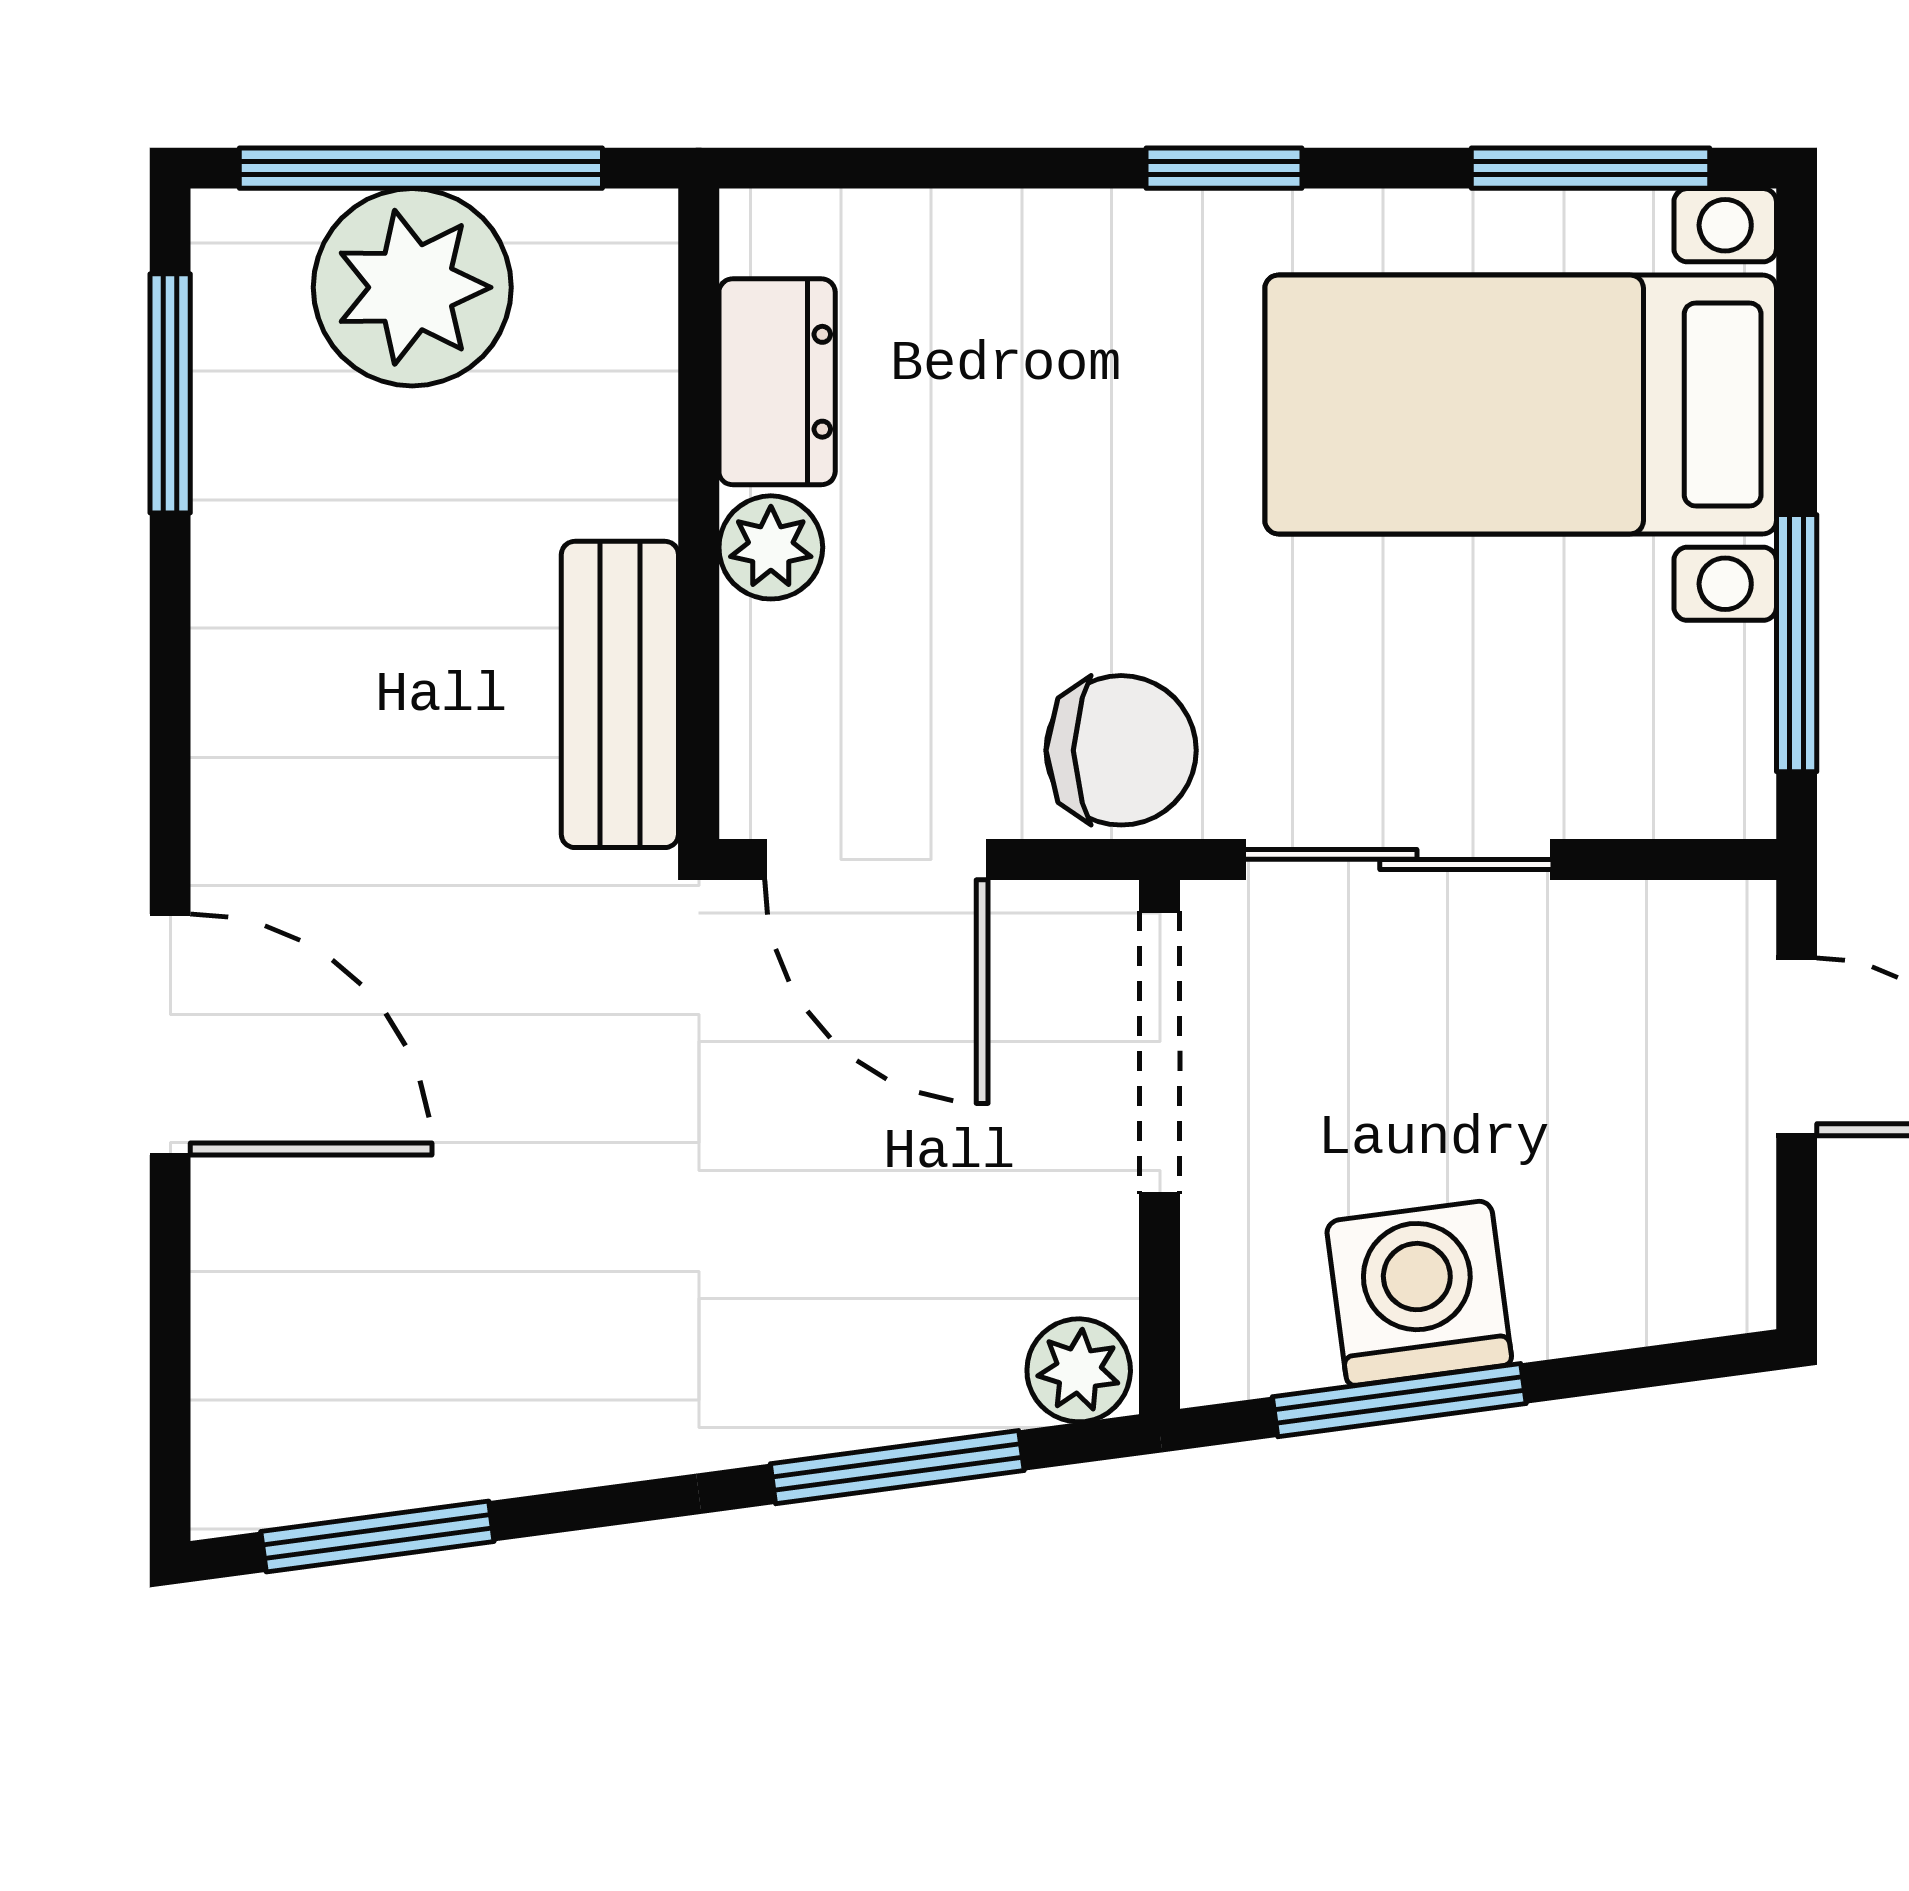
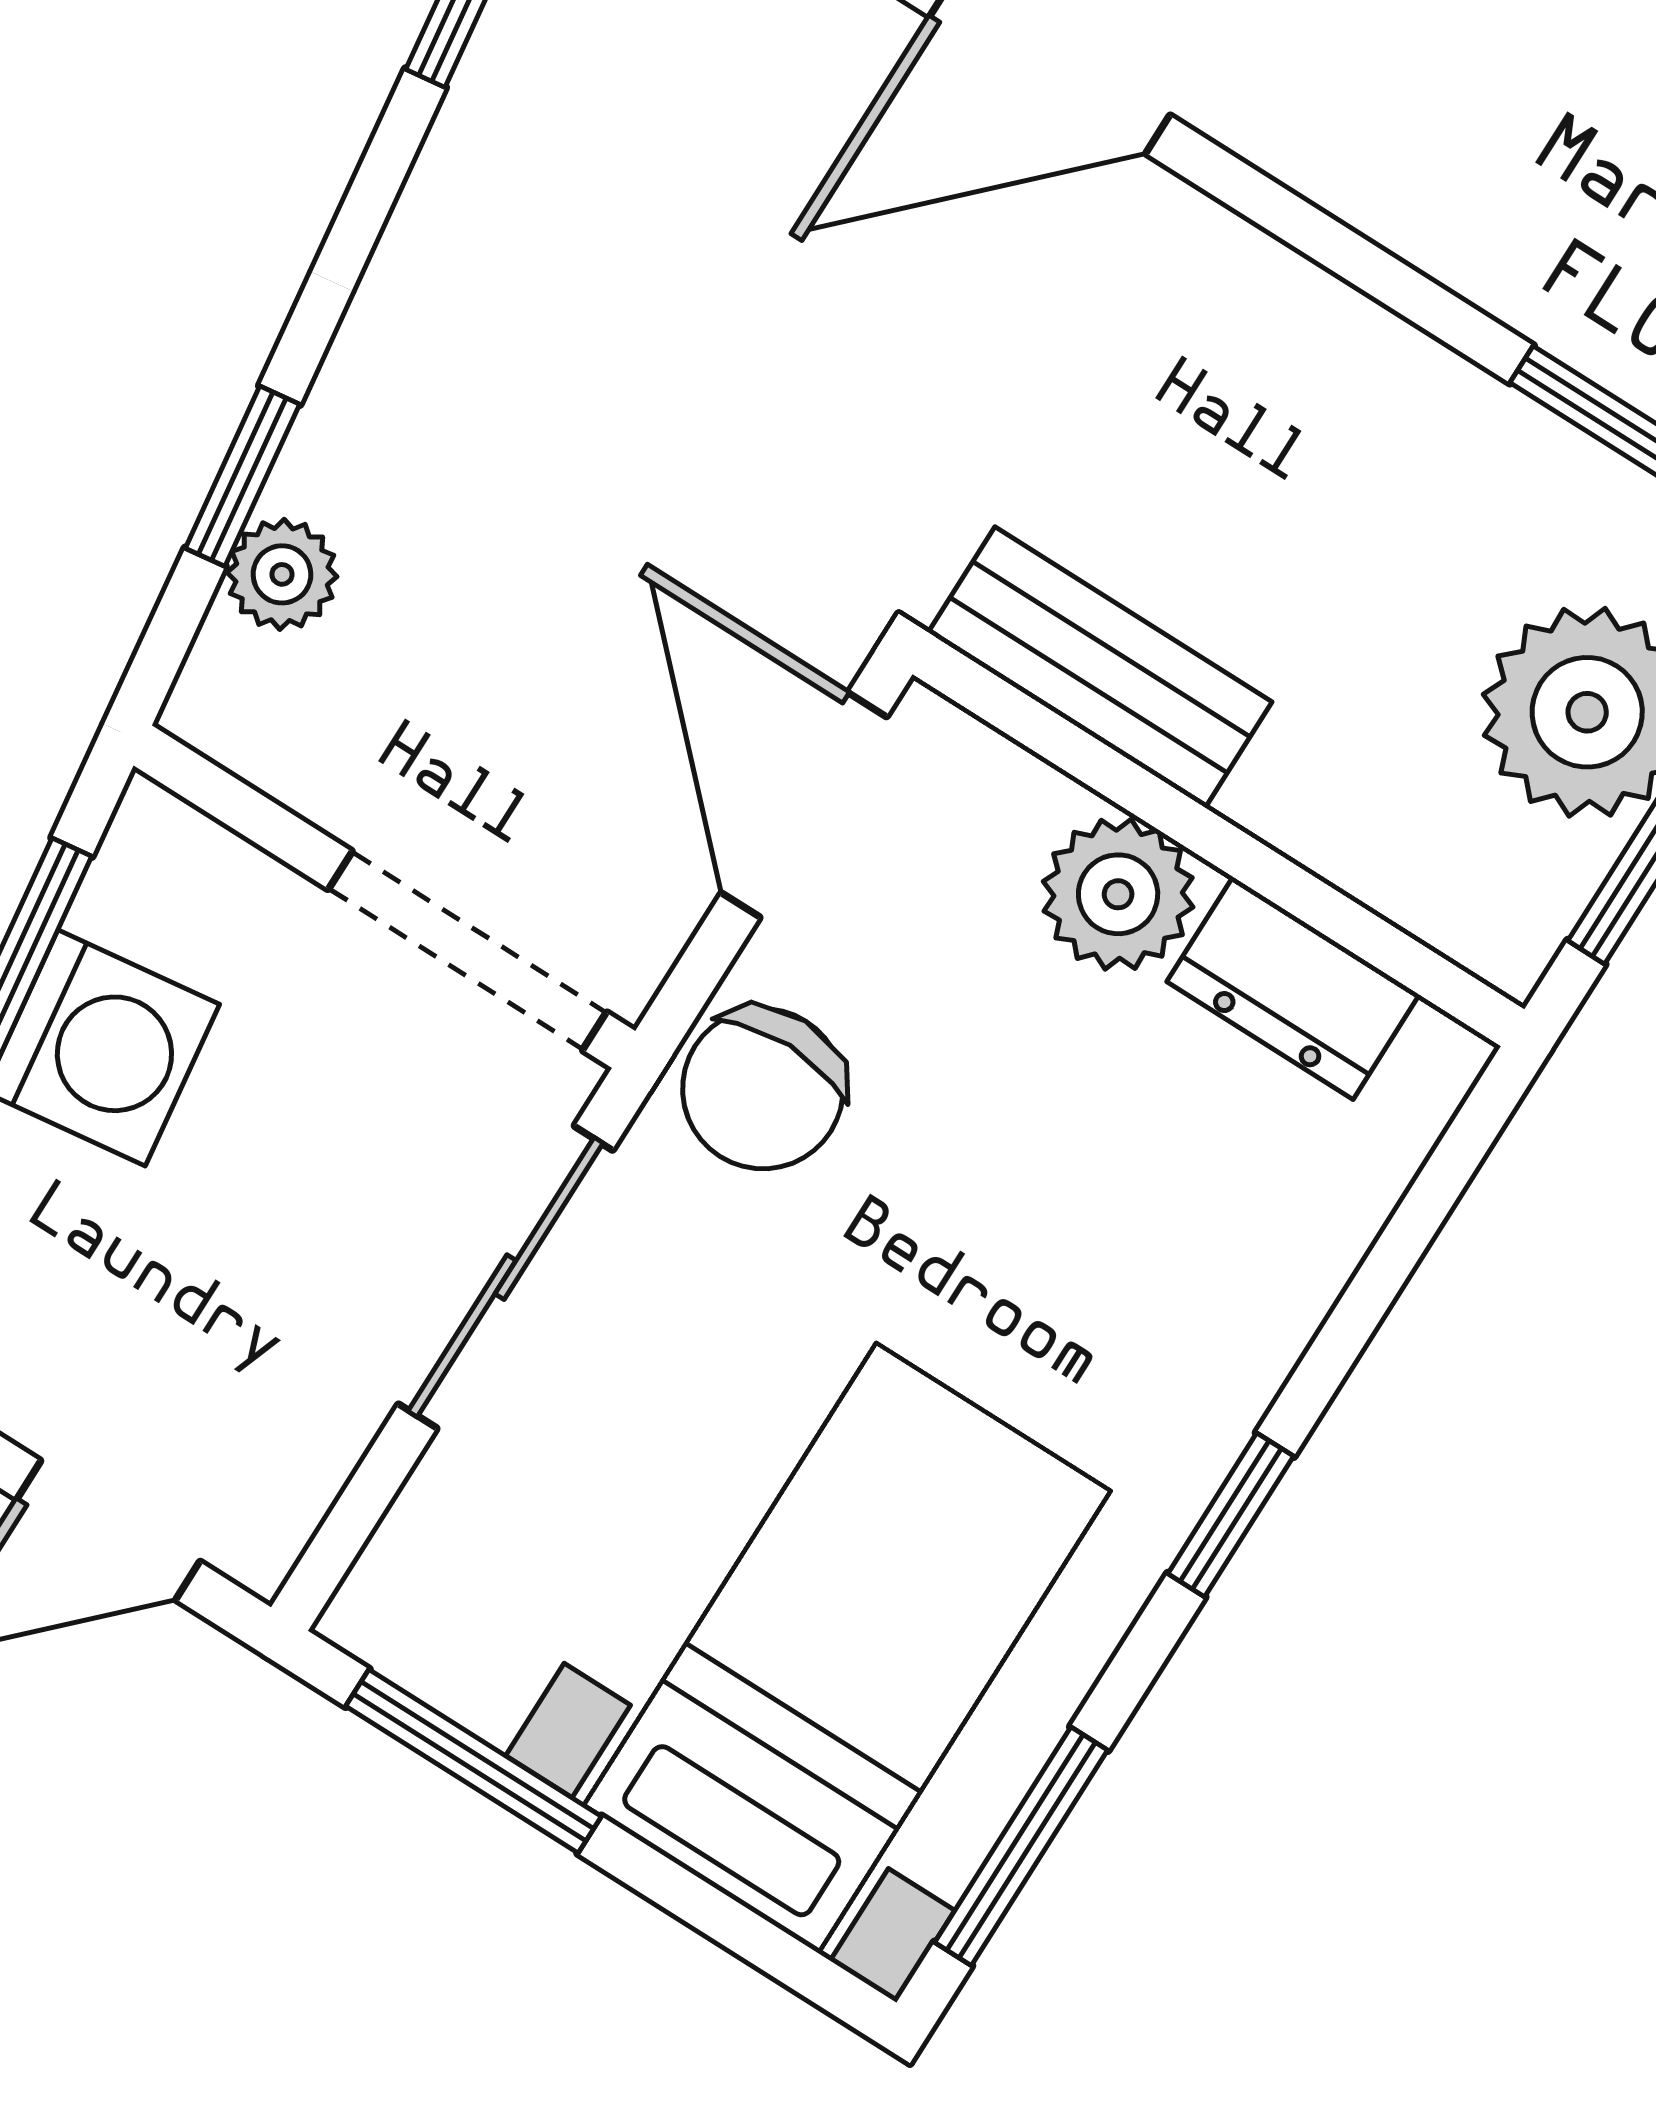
plant: (771, 547) -> (1118, 894), width x1.38, depth x1.38
door: (876, 859) -> (804, 805), hinge flipped
plant: (1079, 1370) -> (282, 574), moved
window: (897, 1467) -> (242, 476), width x0.67

